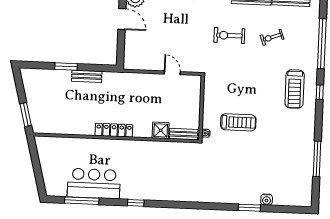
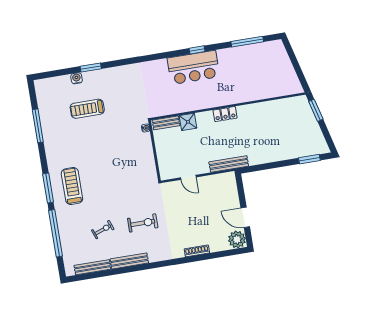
window: (66, 66) -> (309, 159), moved
bench: (87, 76) -> (229, 164), moved, width x1.36
window: (320, 92) -> (48, 188), width x2.17
treadmill: (238, 122) -> (87, 109), moved
locker: (114, 130) -> (225, 114), width x0.66
bar counter: (94, 184) -> (193, 67), moved

